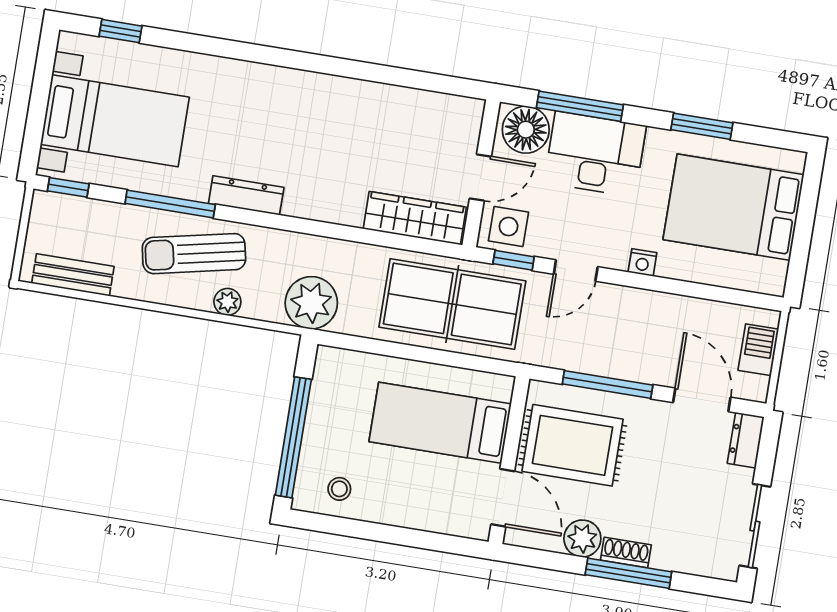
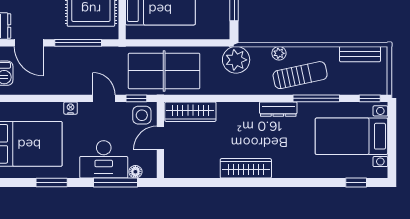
wardrobe: (327, 93) -> (246, 168), added
floor lamp: (526, 130) -> (135, 172), width x0.53, depth x0.53
door: (576, 270) -> (104, 98), hinge flipped

